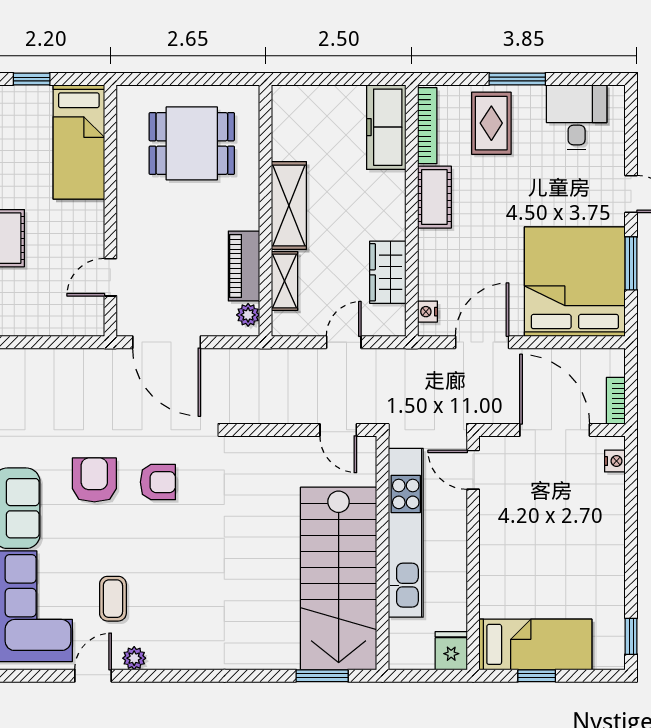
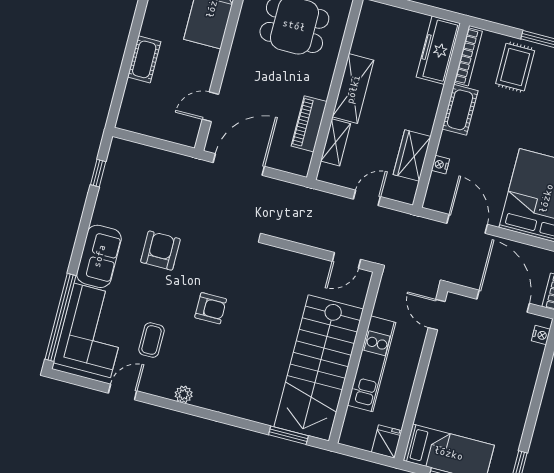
nightstand: (427, 312) -> (440, 165), moved
plant: (248, 315) -> (303, 160), removed
door: (167, 342) -> (239, 164), swing flipped
door: (482, 342) -> (467, 224), hinge flipped
door: (338, 430) -> (346, 260), hinge flipped
armchair: (158, 482) -> (211, 308), moved
kitchen unit: (406, 533) -> (372, 364), width x0.73
plant: (134, 658) -> (184, 394), moved

